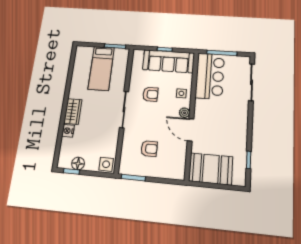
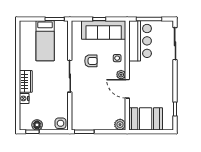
armchair: (149, 149) -> (95, 107), removed
plant: (178, 173) -> (120, 125), added

